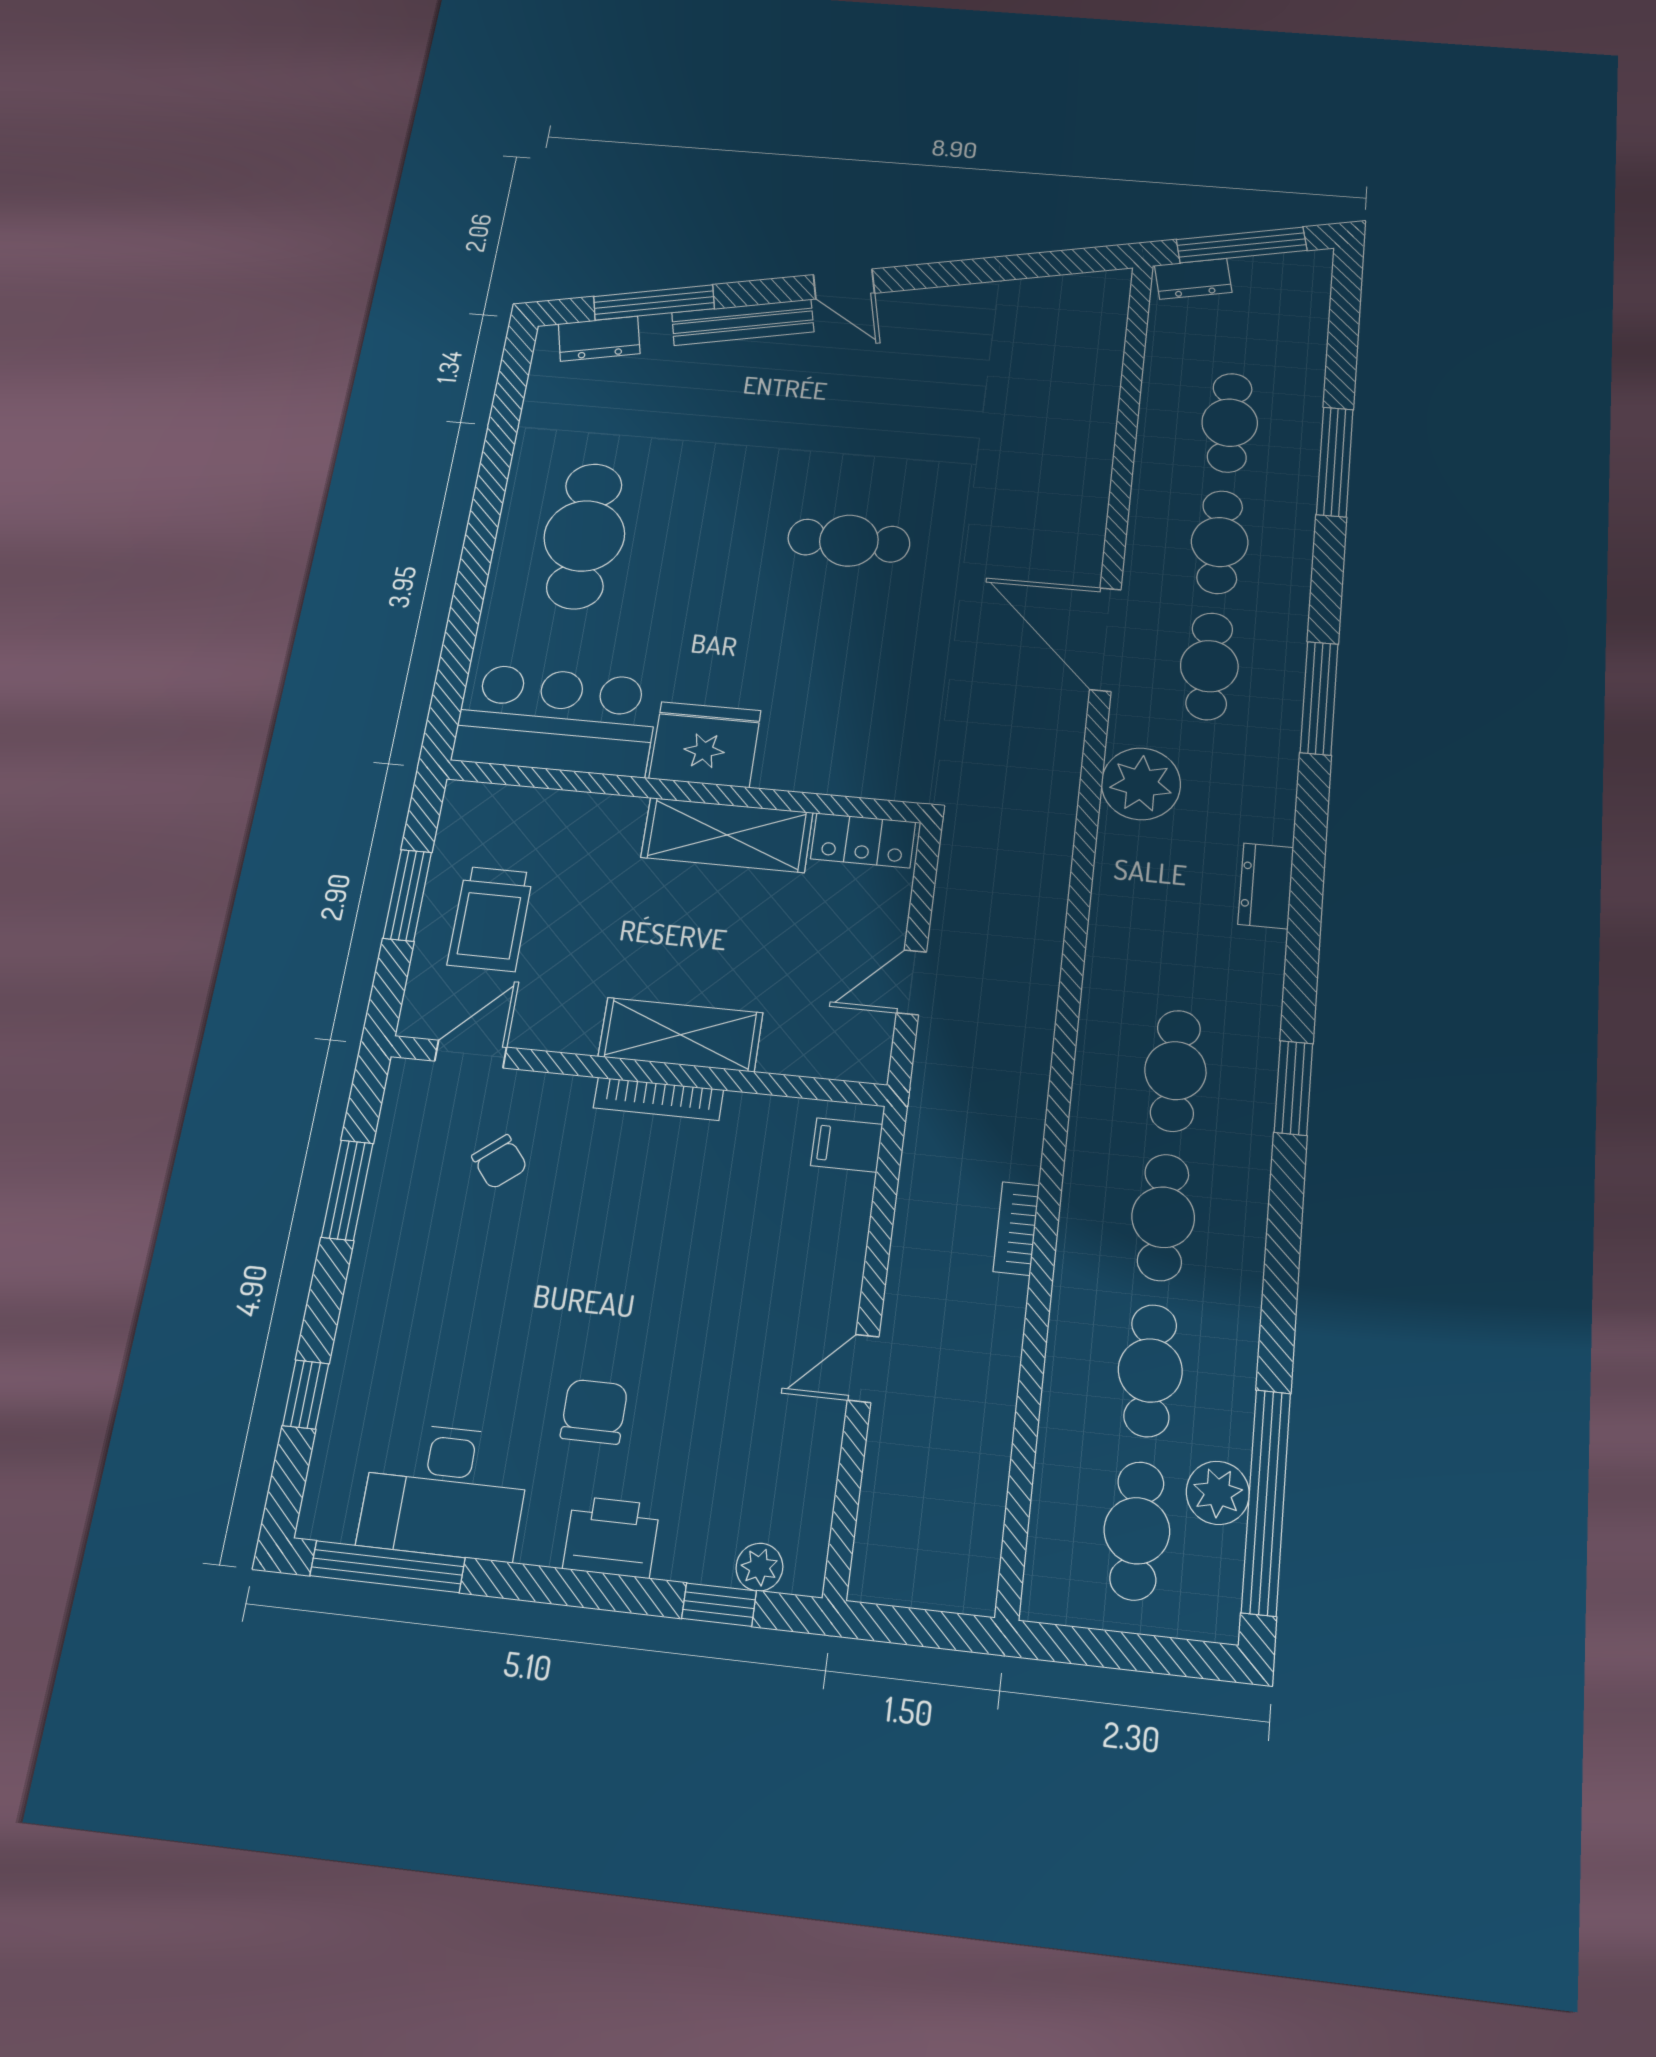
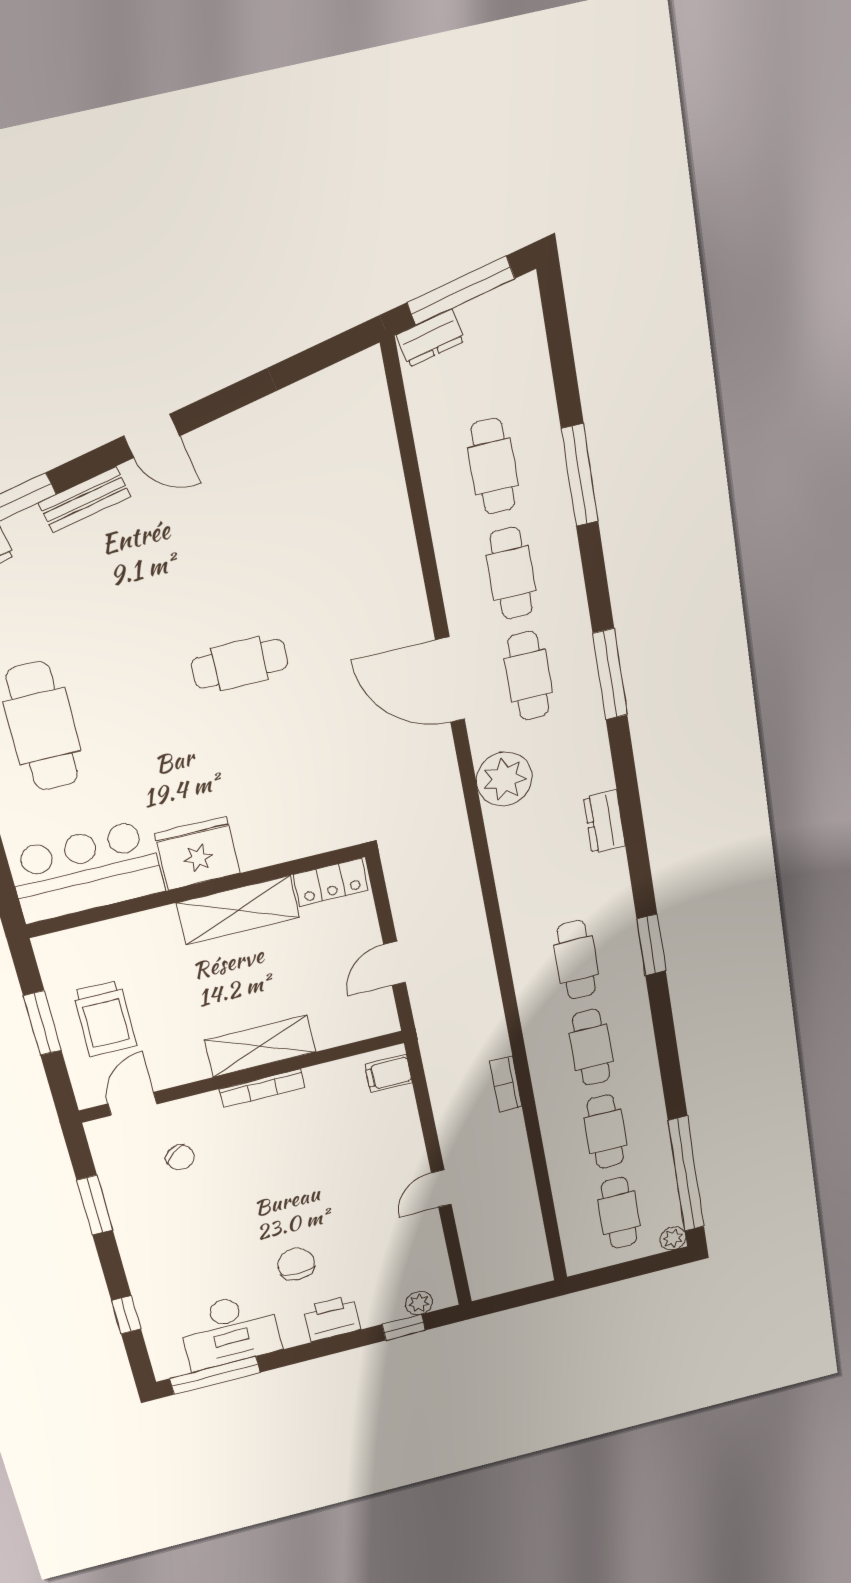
bench: (743, 322) -> (84, 500), width x0.73
plant: (1218, 1493) -> (673, 1238), moved, width x0.73, depth x0.73

